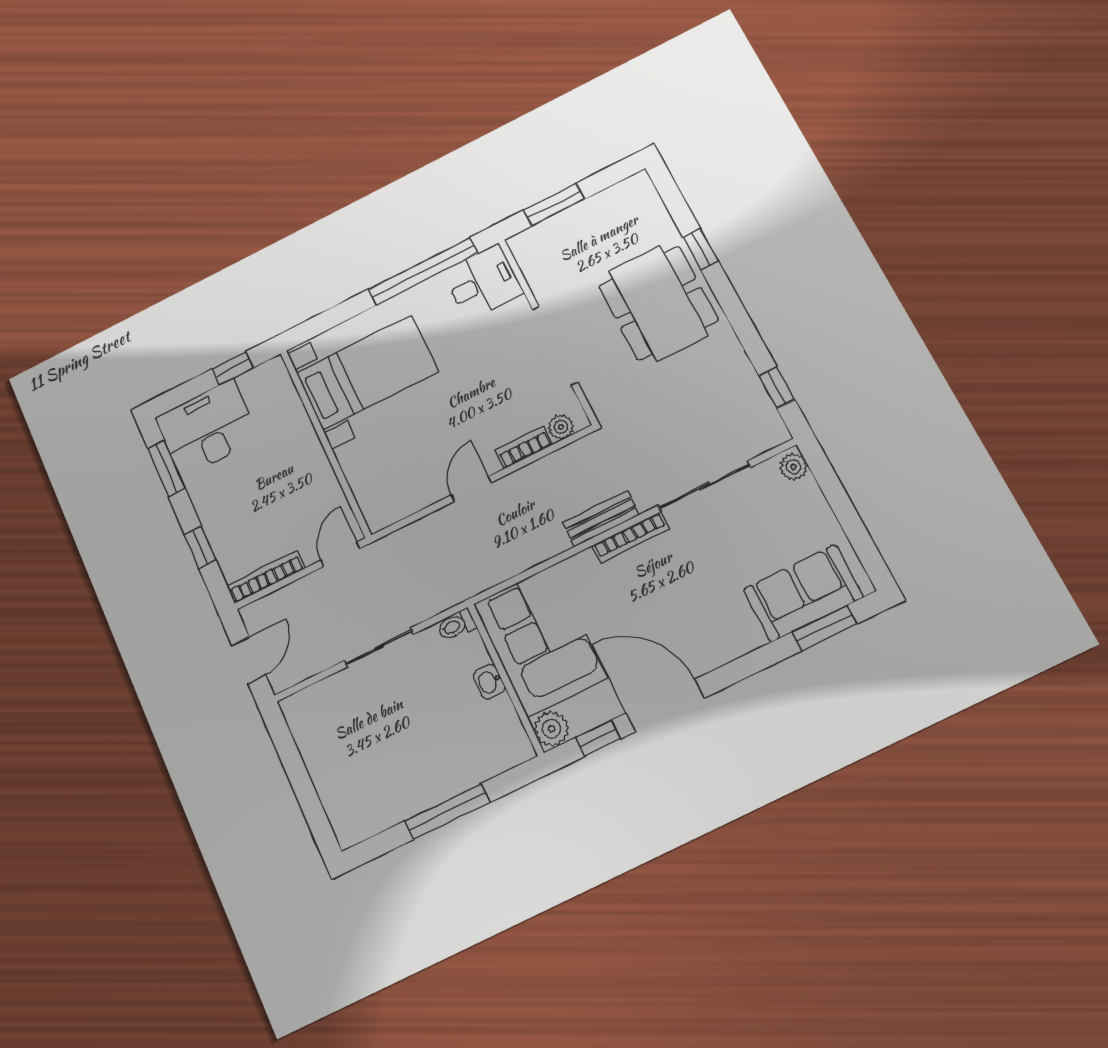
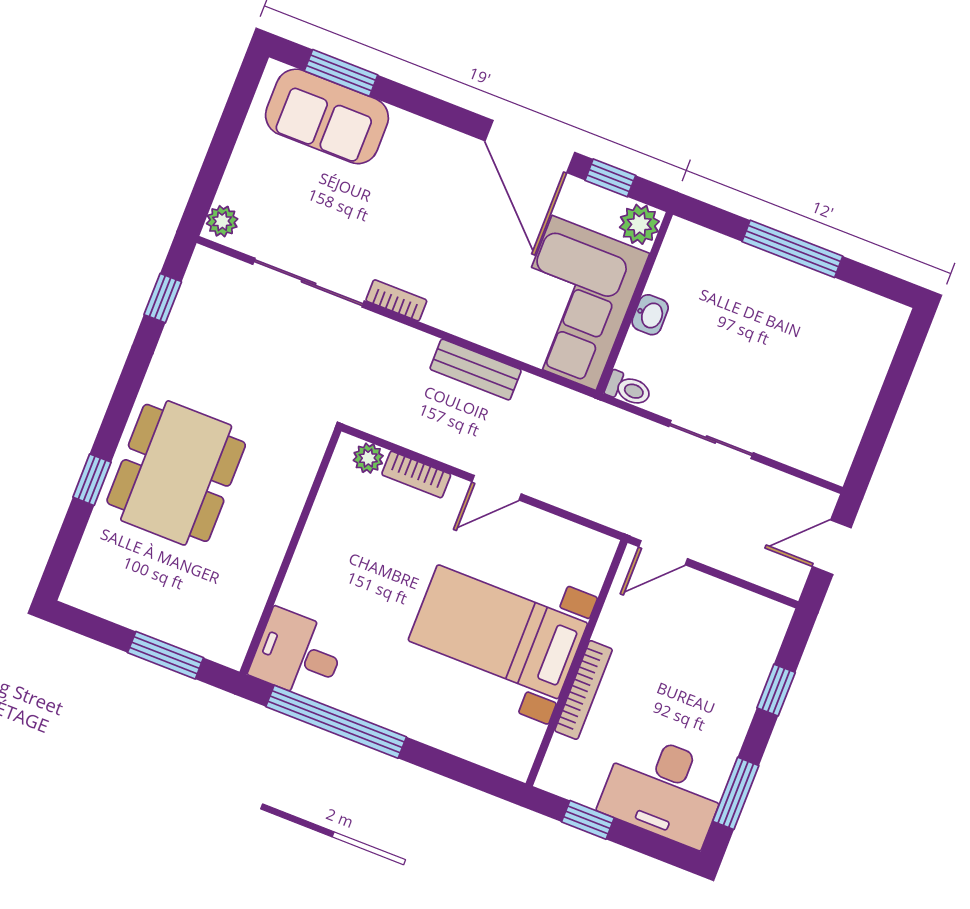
doorway: (555, 345) -> (298, 532), removed
bed with nightstands: (367, 372) -> (498, 632), moved
bench: (601, 519) -> (476, 370), moved
bookcase: (631, 537) -> (396, 300), width x0.64
bookcase: (266, 577) -> (584, 690), moved, turned -90

